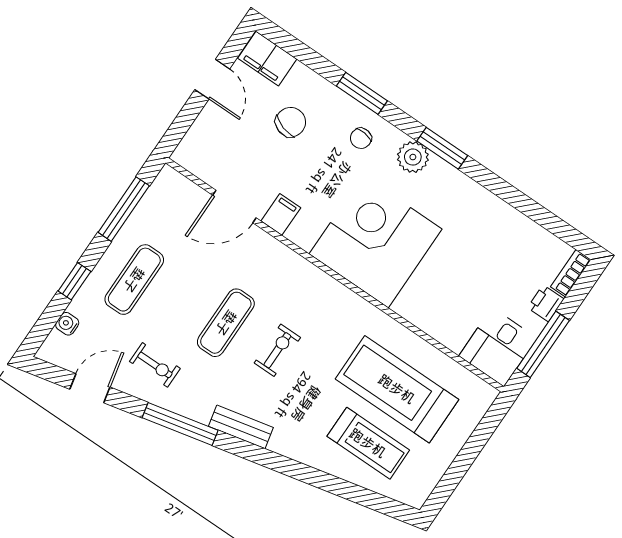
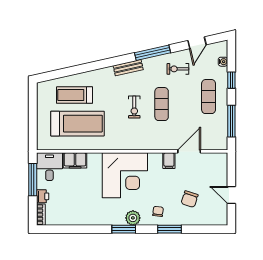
filing cabinet: (267, 59) -> (75, 160), moved, turned 180

